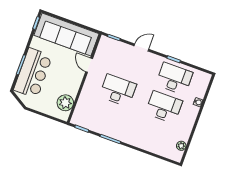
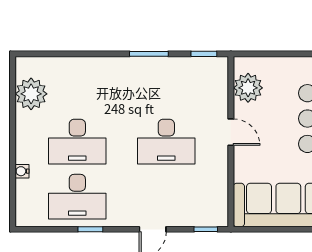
door: (89, 65) -> (231, 132), moved
plant: (181, 146) -> (31, 94), width x1.88, depth x1.88

